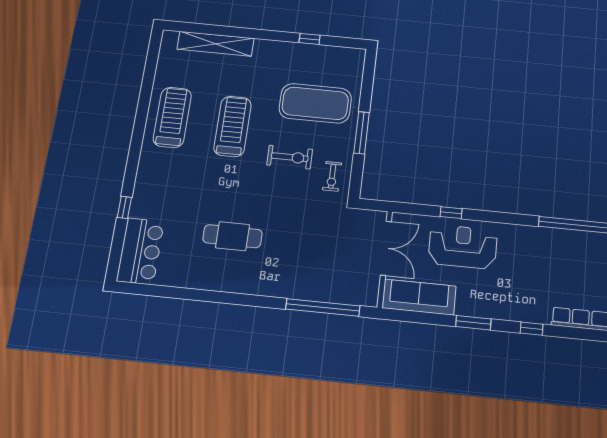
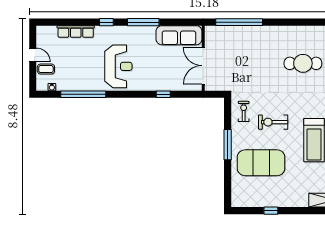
reception desk: (463, 247) -> (118, 66), moved, turned -90
window: (473, 323) -> (143, 22), width x1.44

